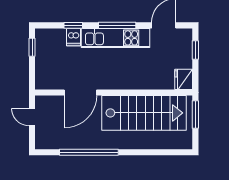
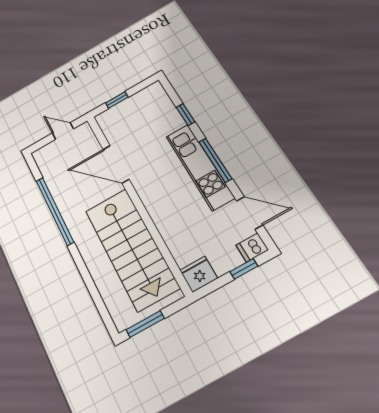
dishwasher: (73, 37) -> (252, 248), moved
window: (32, 47) -> (117, 100), moved
window: (195, 114) -> (145, 324), moved
door: (32, 117) -> (63, 131), hinge flipped

